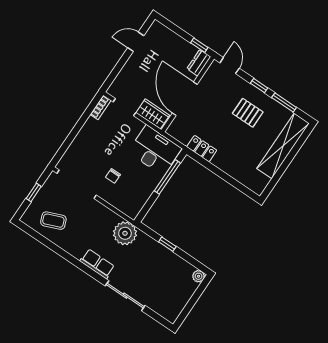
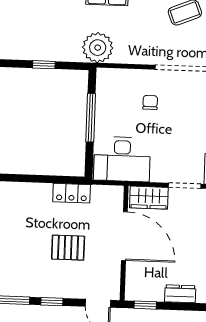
dresser: (199, 63) -> (180, 294), moved, turned -90
pallet: (248, 113) -> (68, 248), moved
window: (167, 177) -> (91, 118), moved

